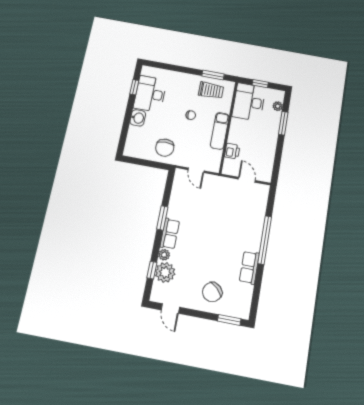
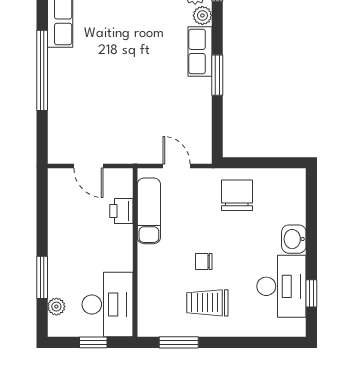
trolley: (211, 90) -> (207, 303), moved
exam couch: (220, 131) -> (149, 211), moved

